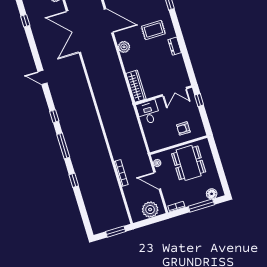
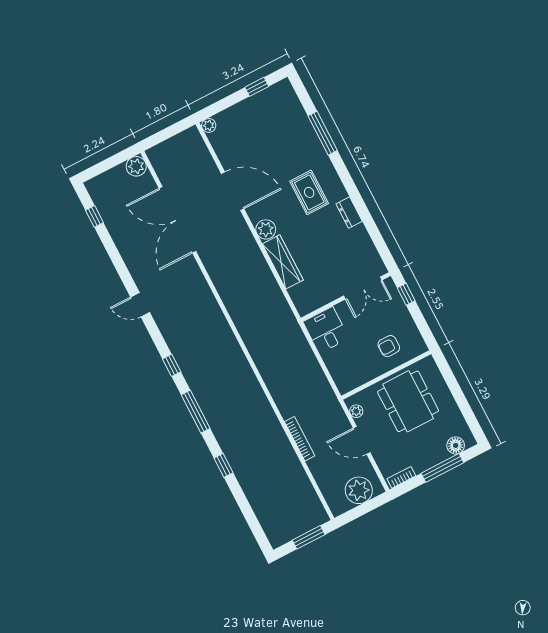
rug: (153, 30) -> (309, 192), turned 90
wardrobe: (136, 86) -> (283, 262), moved

